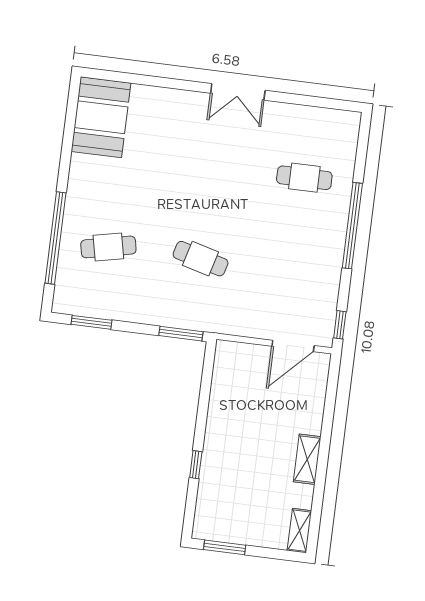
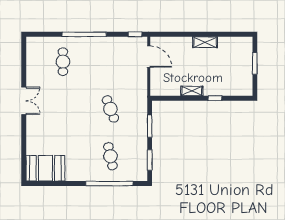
cafe table: (201, 259) -> (110, 109), turned -36
window: (181, 334) -> (150, 126), moved
shelving: (299, 531) -> (192, 91), moved
window: (225, 547) -> (255, 63), moved

